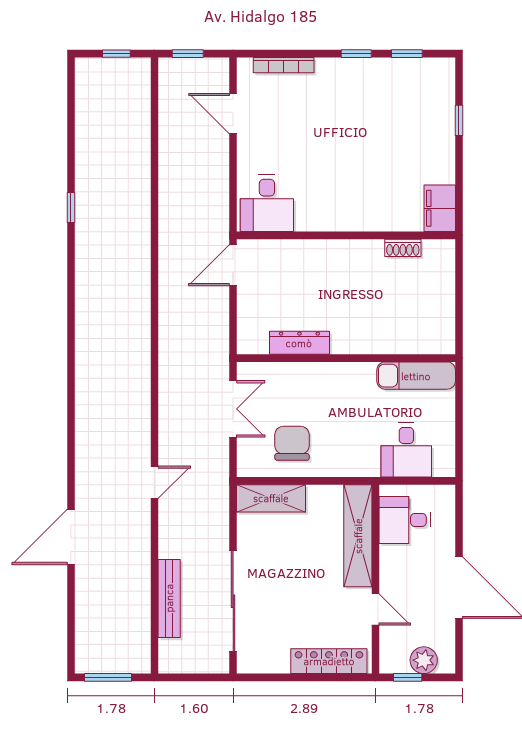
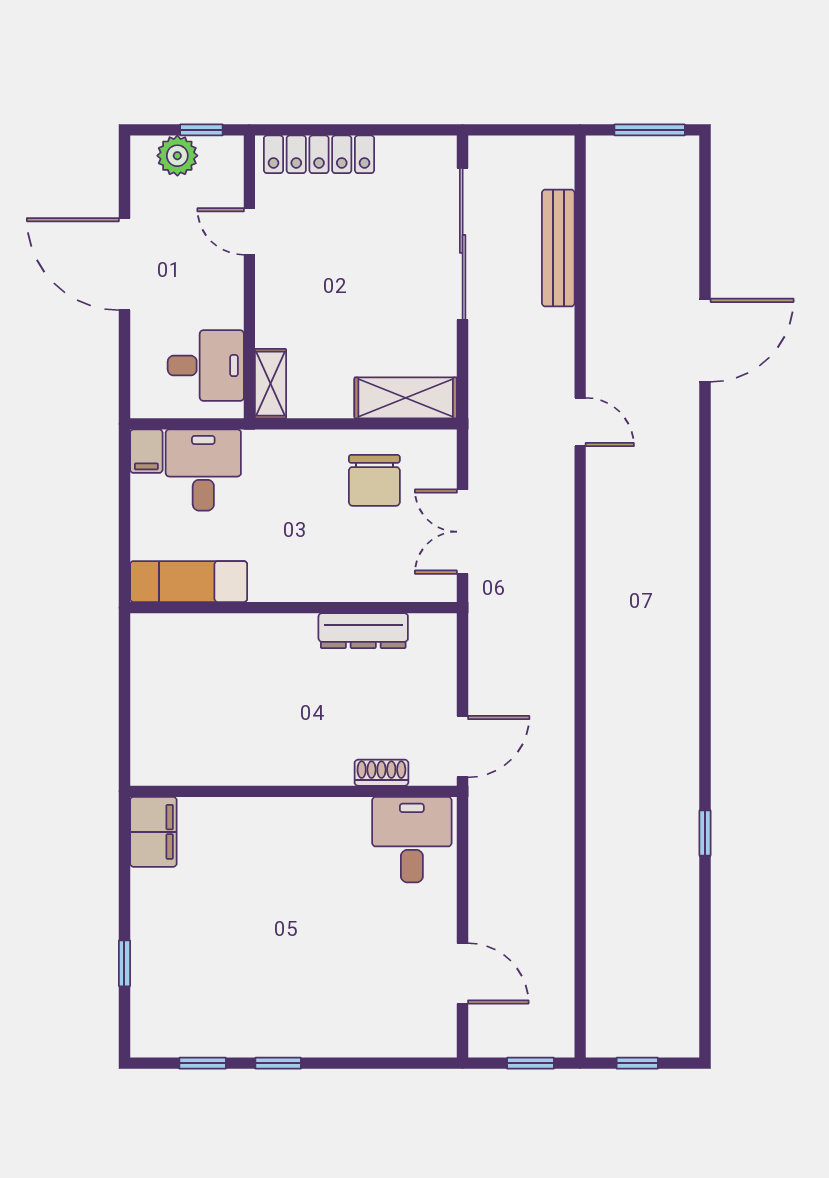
bookcase: (284, 65) -> (387, 1046), removed
shoe rack: (403, 248) -> (381, 773), moved
filing cabinet: (444, 463) -> (146, 451), added
door: (154, 482) -> (580, 422), swing flipped
shelving: (358, 536) -> (271, 384), width x0.45, depth x0.75

